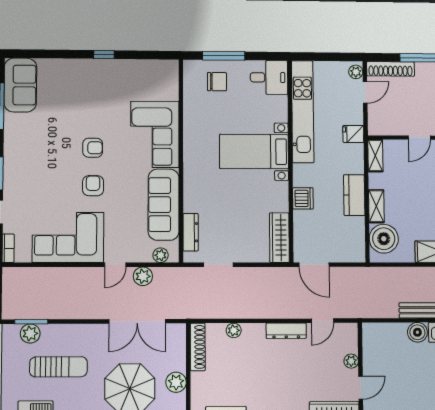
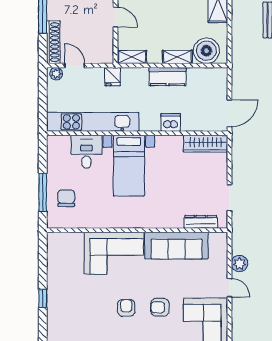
desk: (269, 77) -> (86, 152), moved
plant: (161, 255) -> (221, 248), removed

